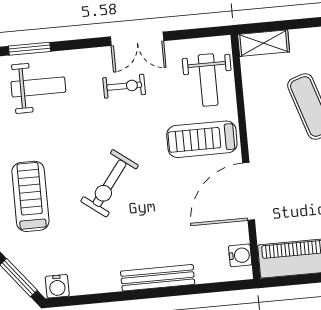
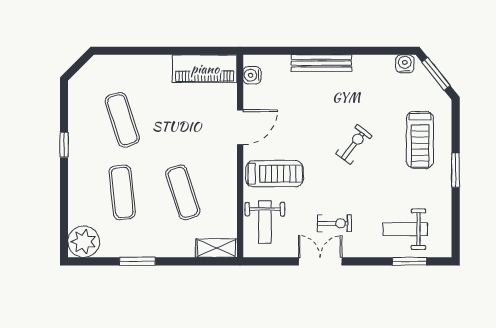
weight bench: (208, 80) -> (265, 222), turned 180
exercise bike: (124, 86) -> (334, 223), turned 180
exercise bike: (110, 183) -> (354, 144), width x0.73, depth x0.72
door: (249, 191) -> (240, 127), width x0.73

